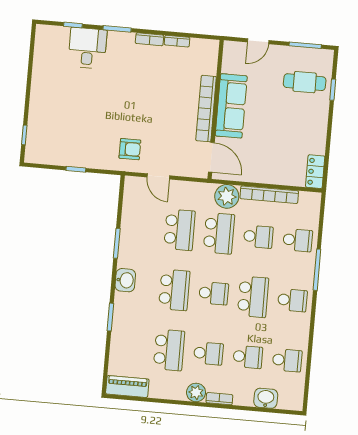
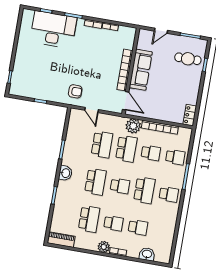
desk: (88, 48) -> (53, 30), width x1.87, depth x1.30
school desk: (287, 360) -> (162, 232), removed

